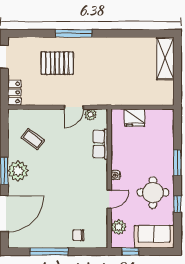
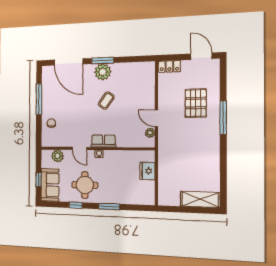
coffee table: (33, 139) -> (106, 101), moved
row of seats: (100, 144) -> (103, 141), moved
window: (130, 252) -> (38, 180), moved

